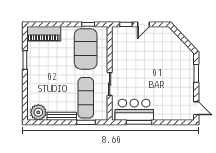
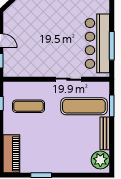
exercise mat: (86, 49) -> (29, 106), width x0.50, depth x0.69
bar counter: (134, 110) -> (97, 43), width x1.36

